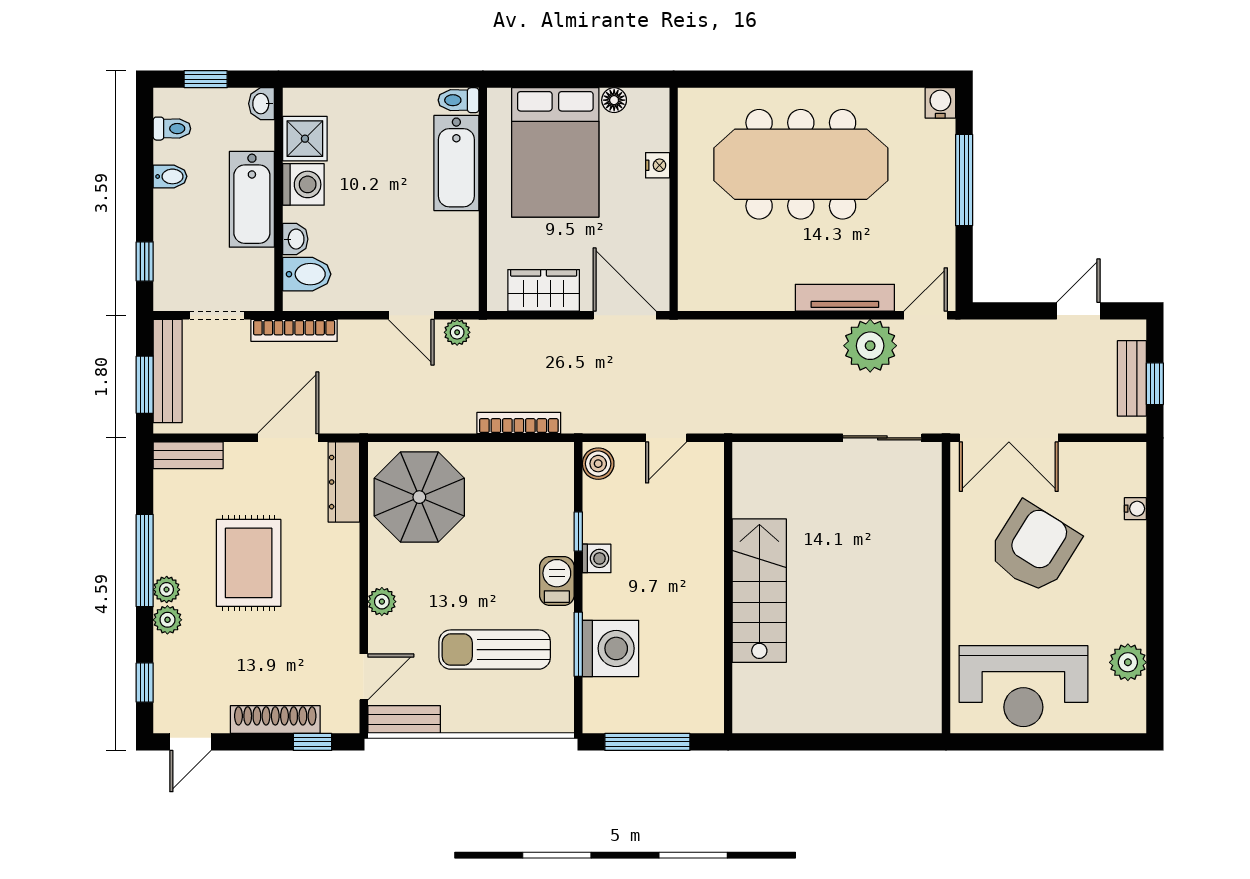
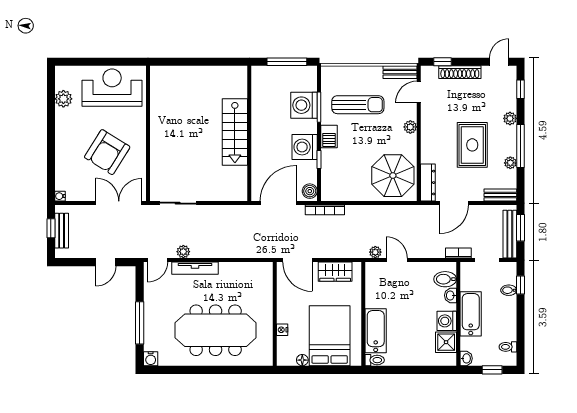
bidet: (170, 176) -> (509, 290), moved
door: (1078, 311) -> (106, 262), moved
bookcase: (294, 330) -> (458, 253), width x0.64
plant: (870, 346) -> (183, 252), width x0.53, depth x0.53
bookcase: (519, 423) -> (325, 210), moved
door: (666, 438) -> (278, 203), width x1.88
water cooler: (1135, 509) -> (60, 196), moved
washing machine: (597, 558) -> (305, 147), width x1.89, depth x1.89
plant: (167, 590) -> (510, 163), moved

